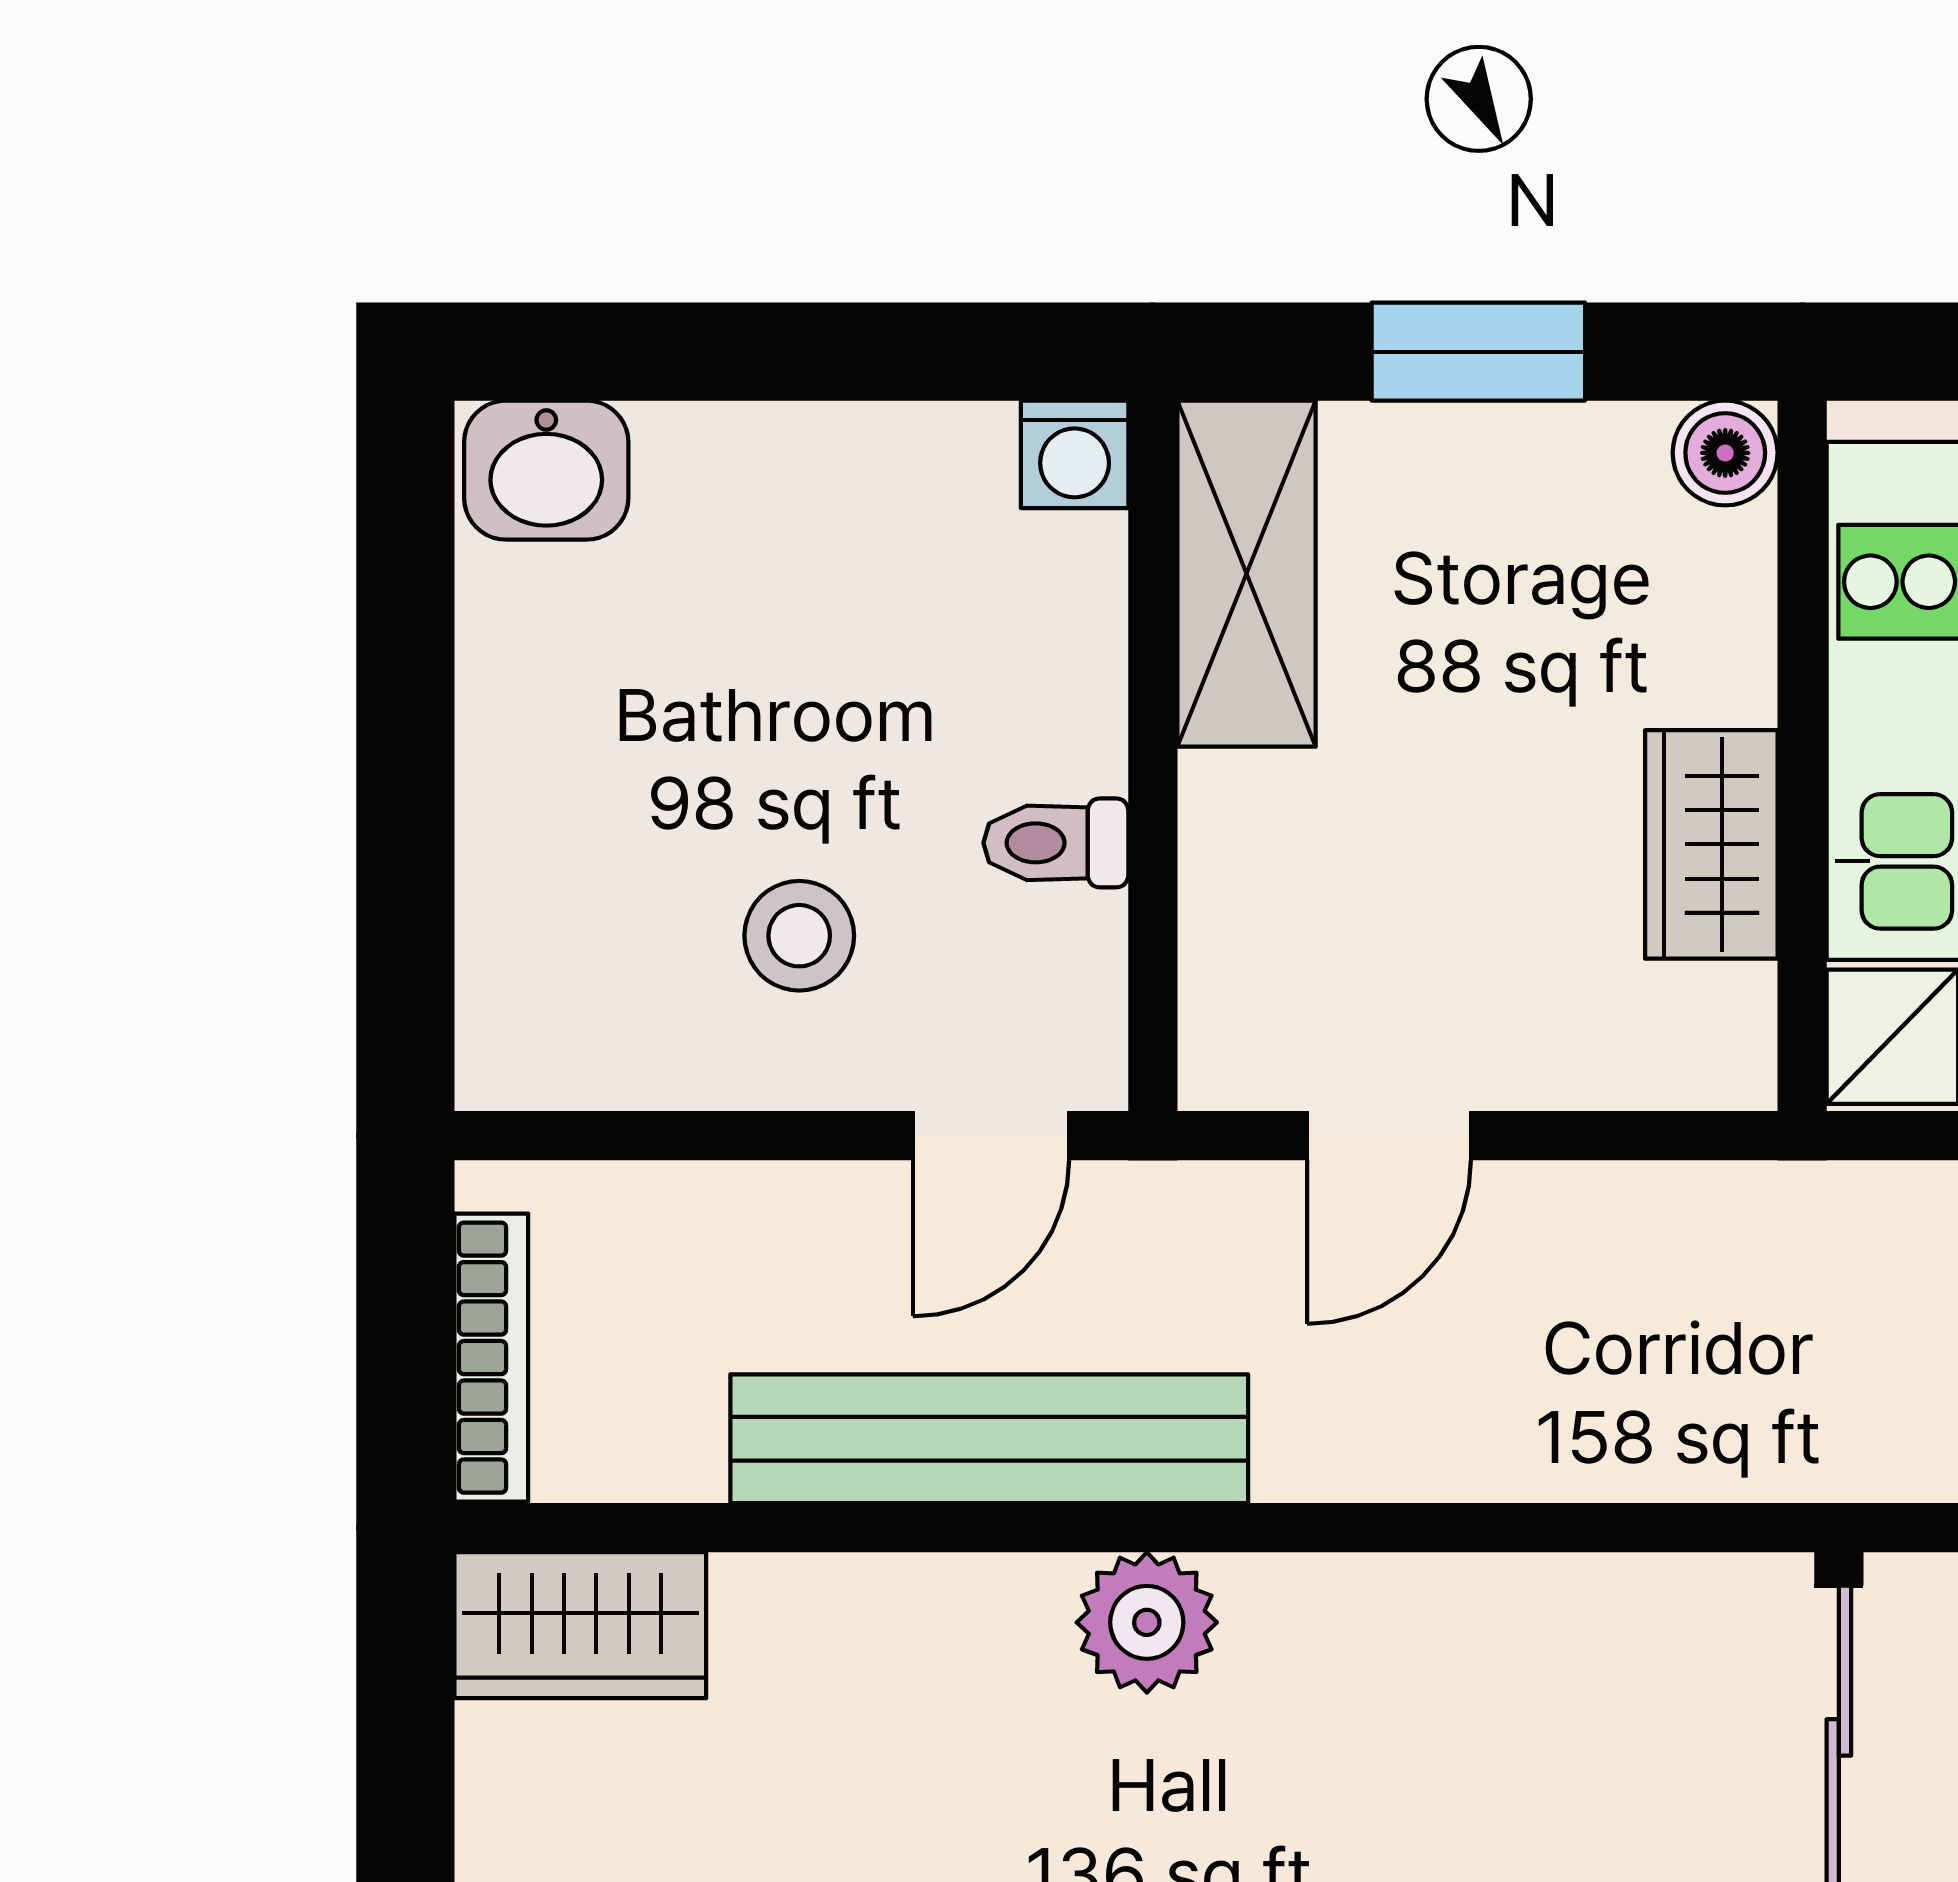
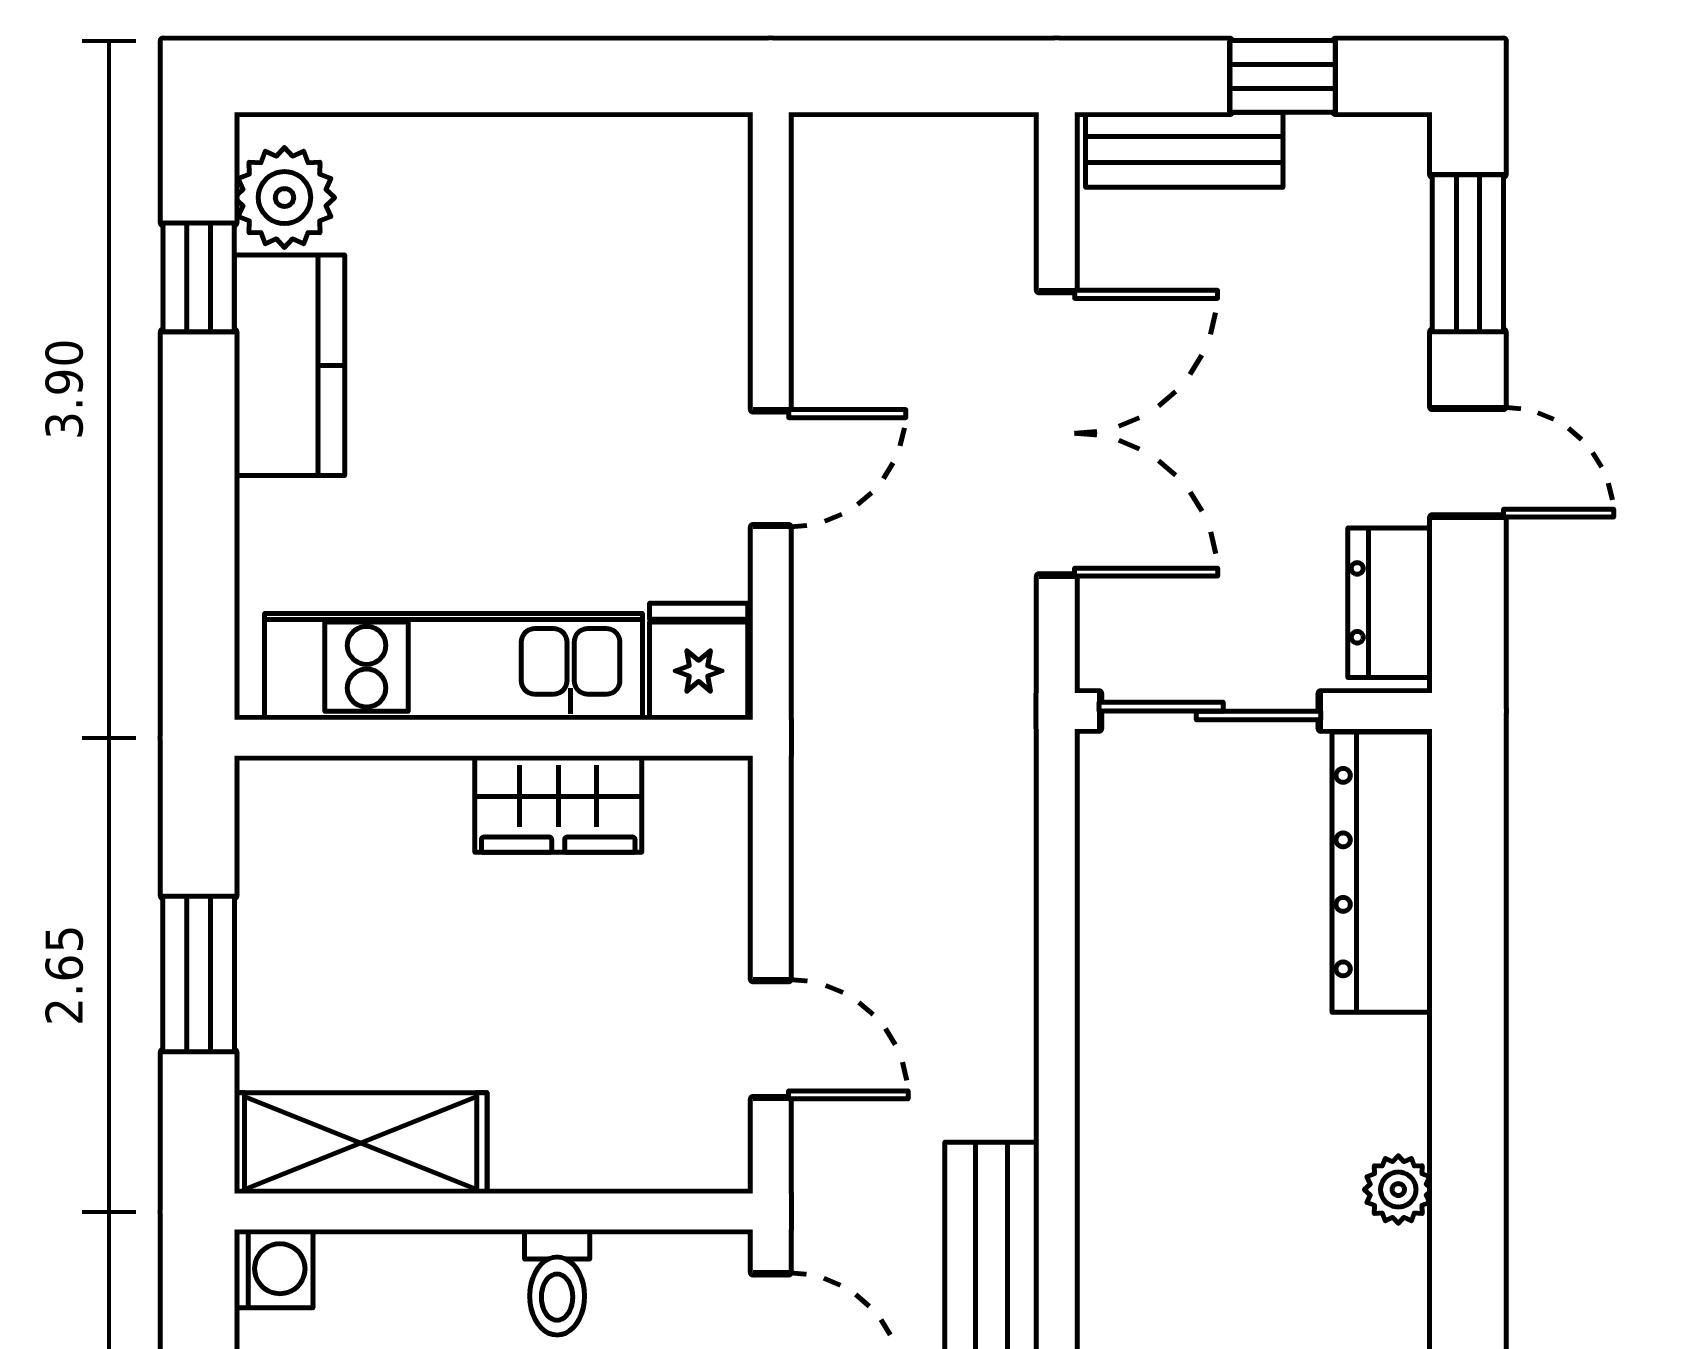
boiler: (1725, 453) -> (273, 794), removed
plant: (1147, 1622) -> (1126, 1216), removed

